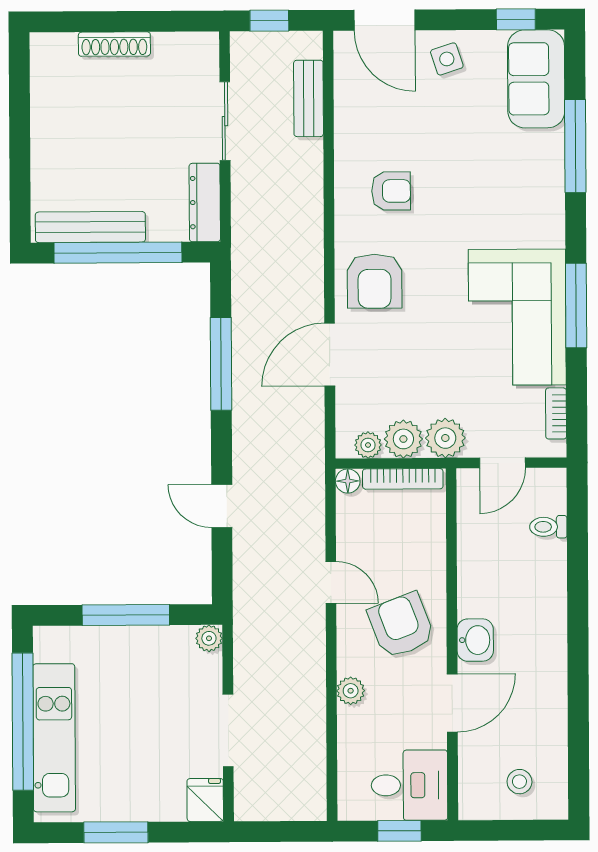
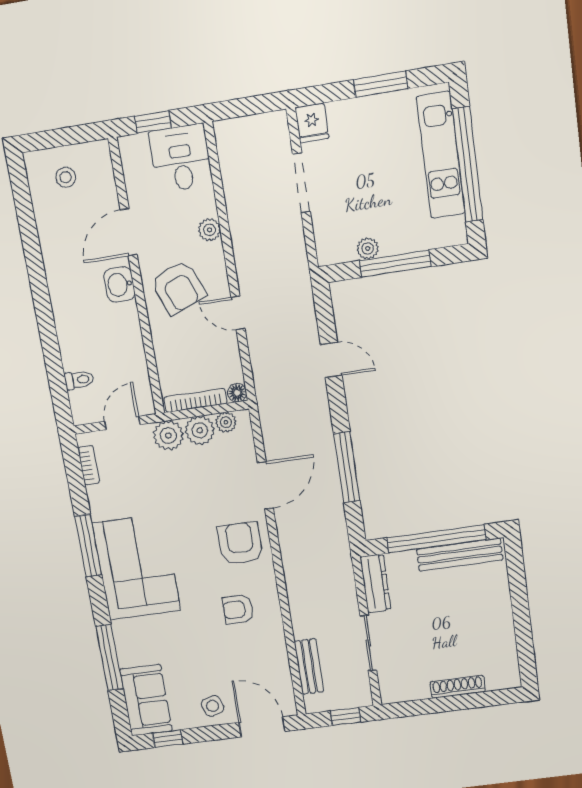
corner sofa: (517, 317) -> (136, 567), moved
plant: (209, 638) -> (368, 248), moved
desk: (409, 785) -> (181, 158), moved, turned 90

